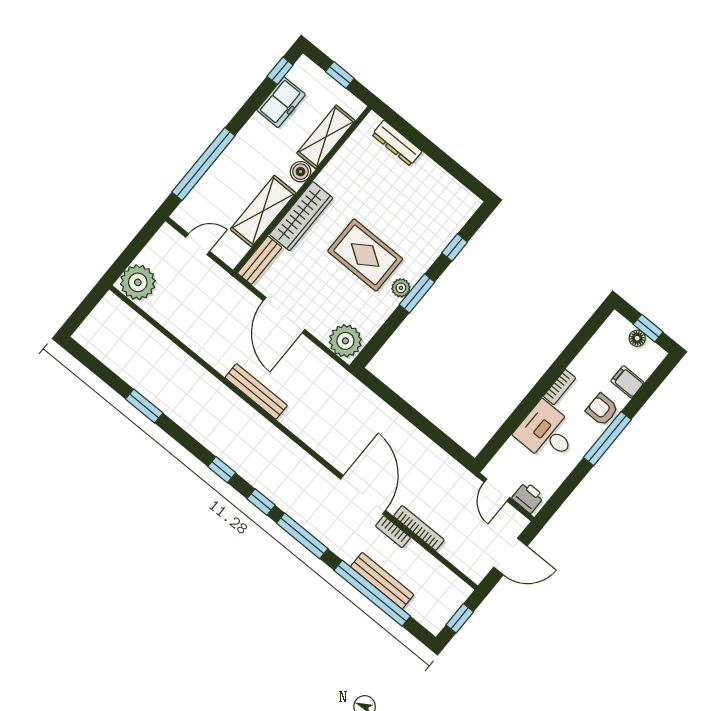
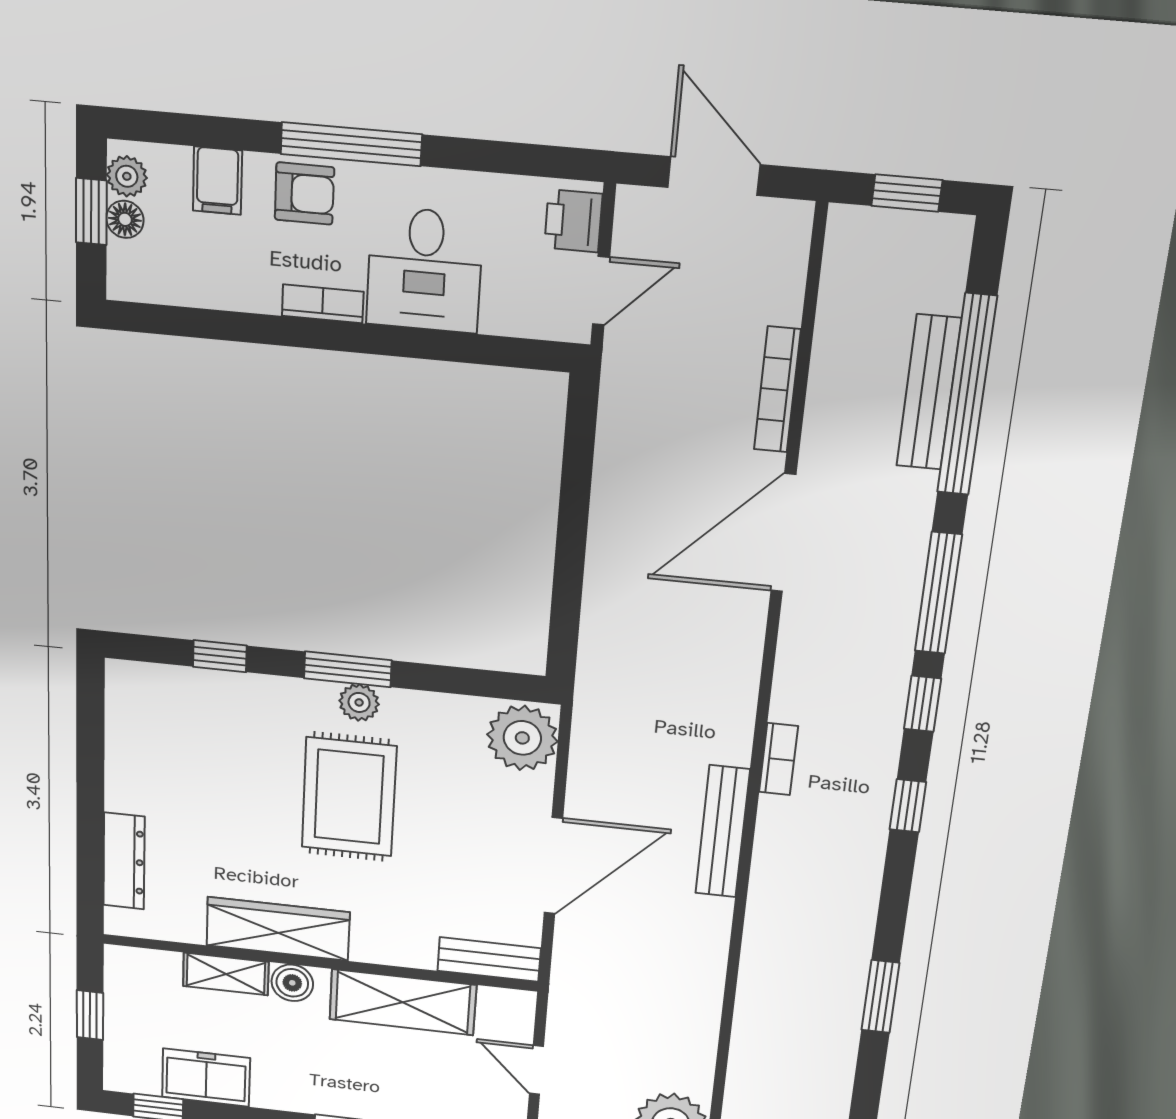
shelving: (326, 137) -> (226, 974), width x0.67, depth x0.75
wardrobe: (301, 216) -> (278, 929), moved
plant: (651, 351) -> (127, 176), added
armchair: (602, 409) -> (304, 193), turned -90
bookcase: (393, 532) -> (779, 759), moved

